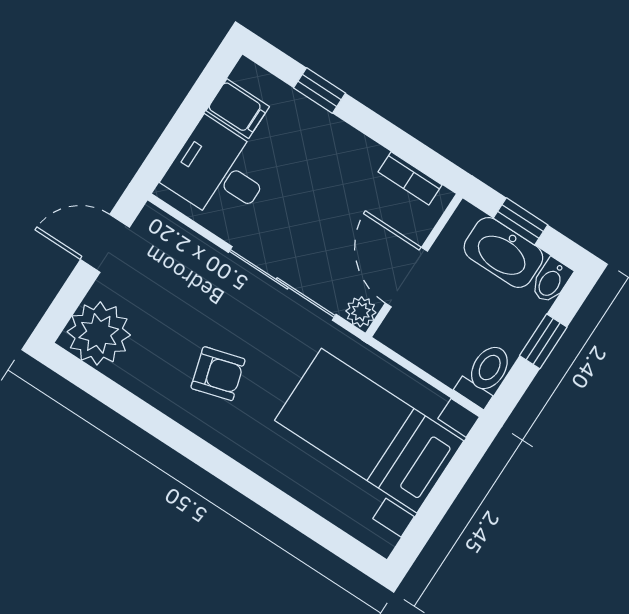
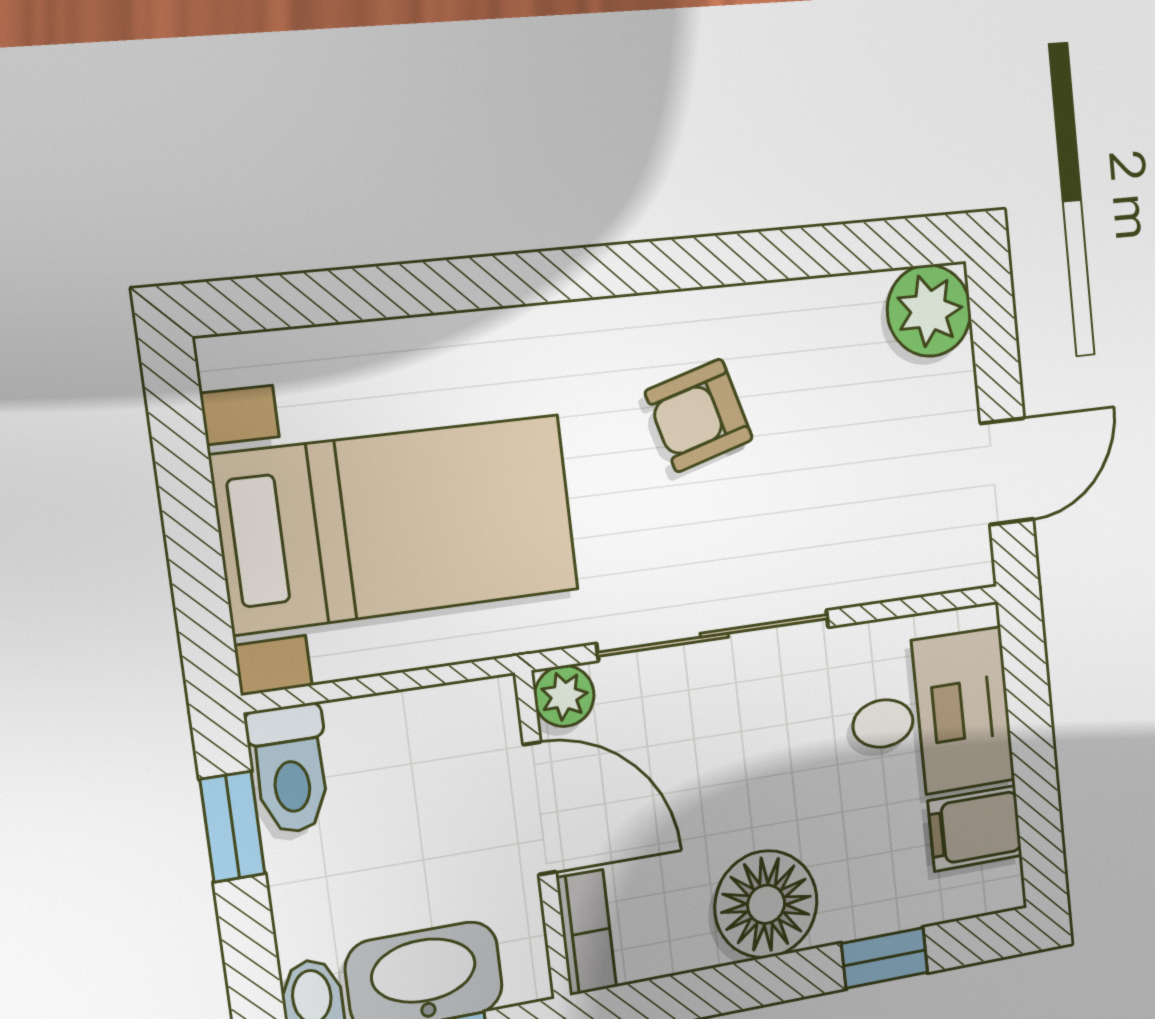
floor lamp: (350, 158) -> (766, 904), added
bookcase: (410, 178) -> (586, 932), moved, turned 90
plant: (99, 333) -> (929, 311), width x0.73, depth x0.73
window: (543, 341) -> (232, 827), moved

